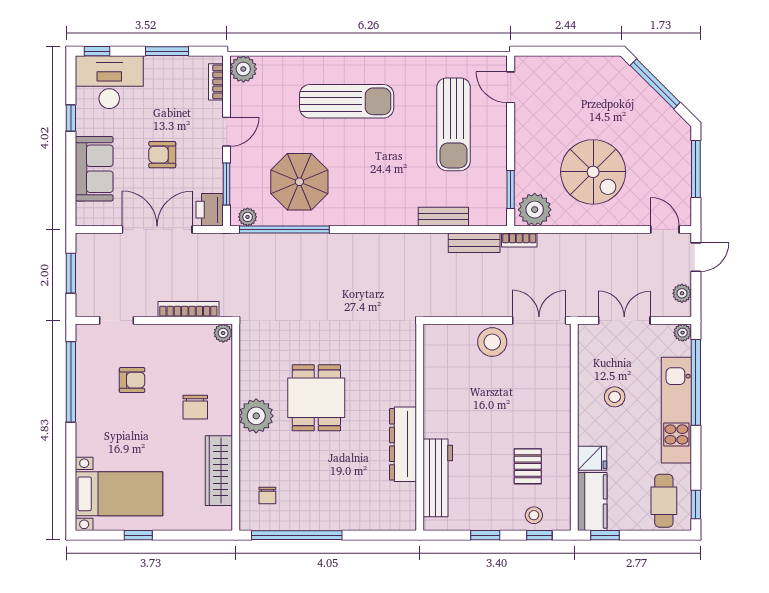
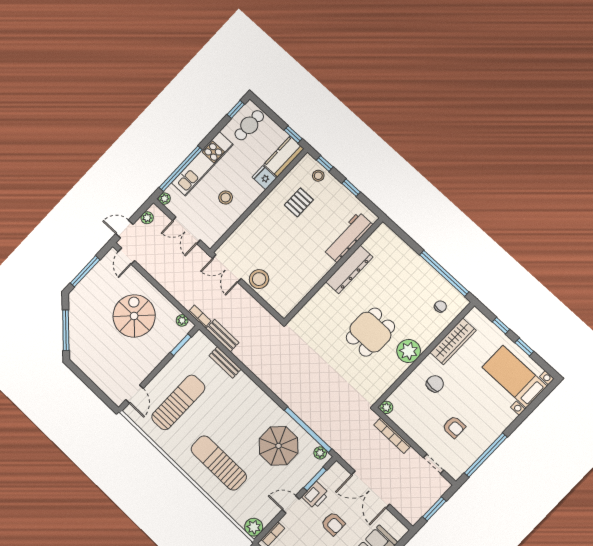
printer: (210, 210) -> (315, 495), moved
plant: (535, 210) -> (182, 320), width x0.53, depth x0.53
armchair: (132, 380) -> (454, 427), turned 180
window: (184, 535) -> (501, 326), added

